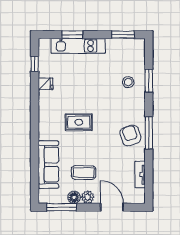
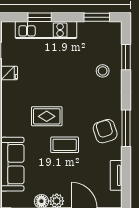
window: (149, 81) -> (126, 57), moved
coffee table: (84, 173) -> (65, 145), moved

